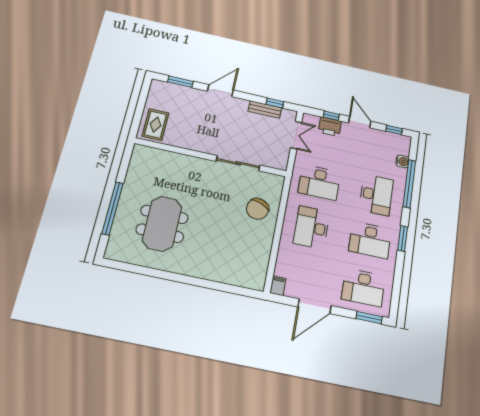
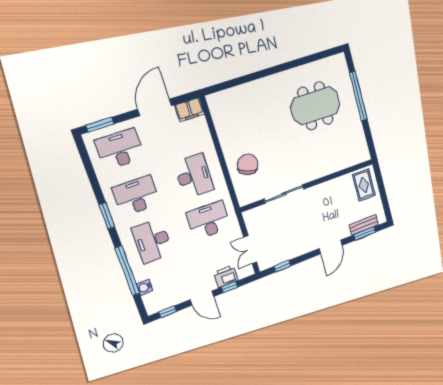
bench: (265, 110) -> (364, 225), moved
meeting table: (162, 224) -> (315, 106), turned 90
filing cabinet: (278, 286) -> (190, 110), width x2.00

